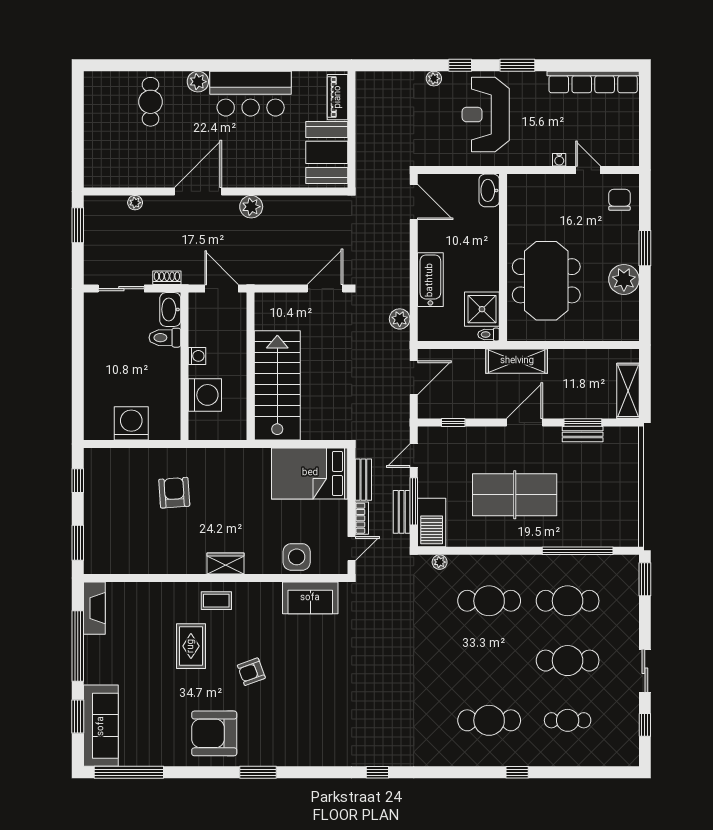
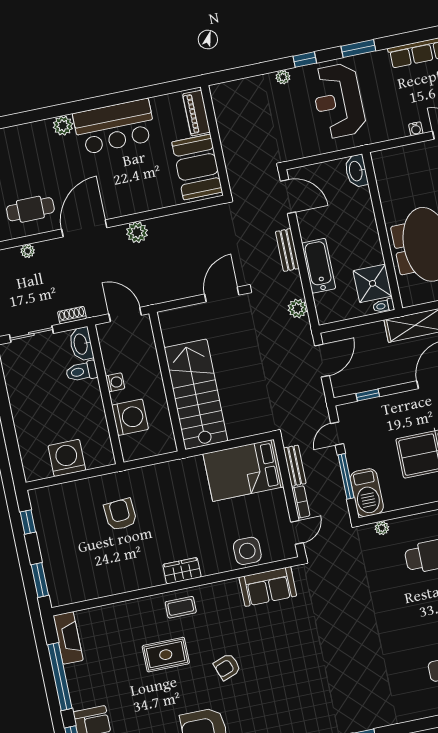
cafe table: (151, 102) -> (30, 209), moved, turned 90
bench: (402, 512) -> (287, 250), moved
rug: (191, 646) -> (166, 655), turned 90

